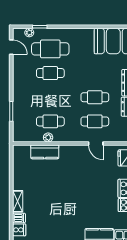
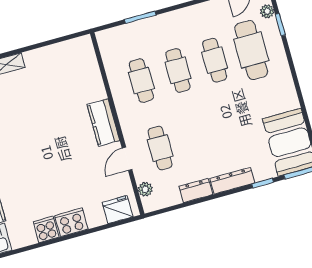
cafe table: (95, 97) -> (178, 70), moved
plant: (48, 137) -> (145, 189), moved
kitchen counter: (45, 152) -> (103, 122), moved

